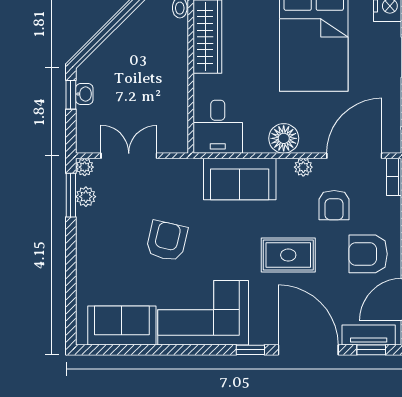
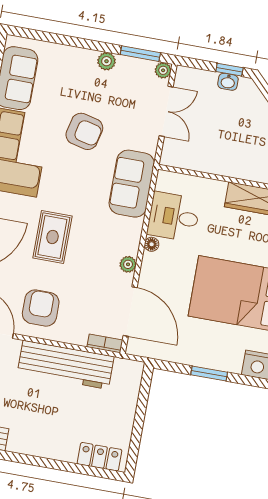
desk: (218, 127) -> (174, 217), moved
floor lamp: (284, 138) -> (152, 244), width x0.53, depth x0.53
sofa: (240, 179) -> (132, 184), moved
plant: (86, 197) -> (107, 61), moved
armchair: (334, 205) -> (89, 286), removed

